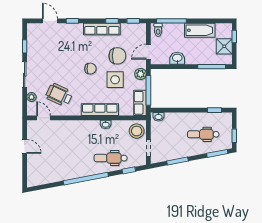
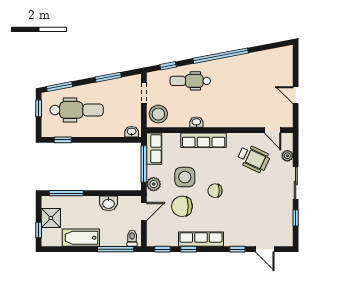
dental chair: (203, 134) -> (77, 110), width x1.36, depth x1.38
dental chair: (111, 158) -> (190, 81), turned 180

